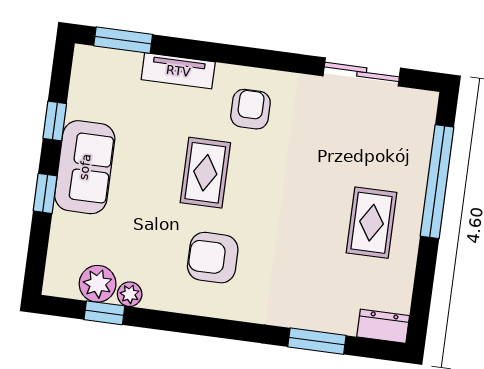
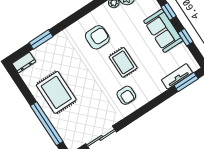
tv unit: (178, 71) -> (177, 76), moved
rug: (371, 223) -> (56, 92), width x1.36, depth x1.43

